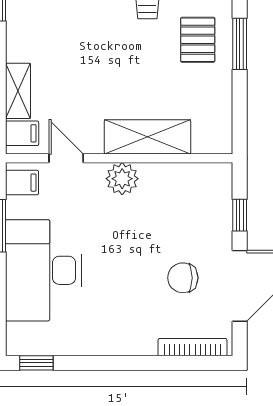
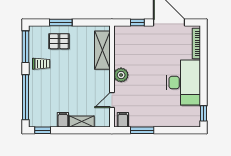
filing cabinet: (22, 133) -> (63, 120), moved
shelving: (147, 137) -> (102, 50), moved
desk: (43, 270) -> (183, 83), moved, turned -90
chair: (183, 278) -> (165, 48), removed

